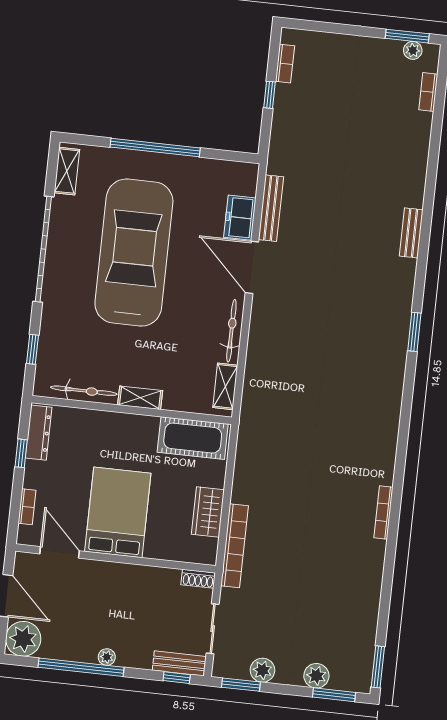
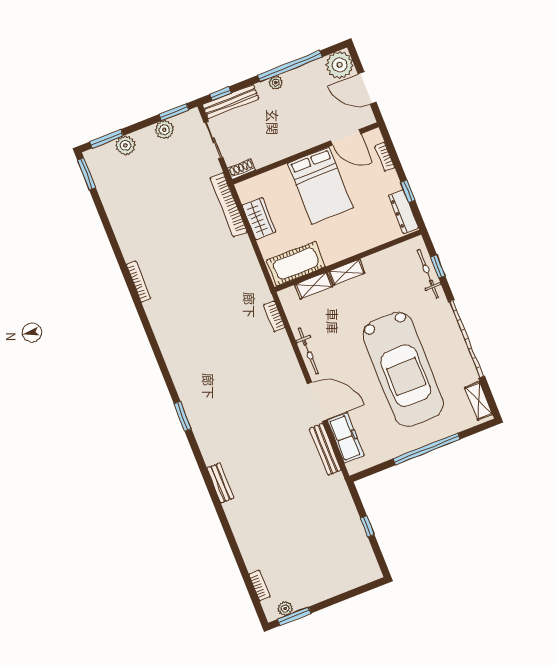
bookcase: (285, 64) -> (274, 316), moved
freezer: (240, 218) -> (346, 438), width x1.40
shelving: (225, 386) -> (314, 286), moved, turned 90
bicycle: (84, 391) -> (428, 274), moved, turned 90
bench: (179, 663) -> (231, 102), width x1.36

